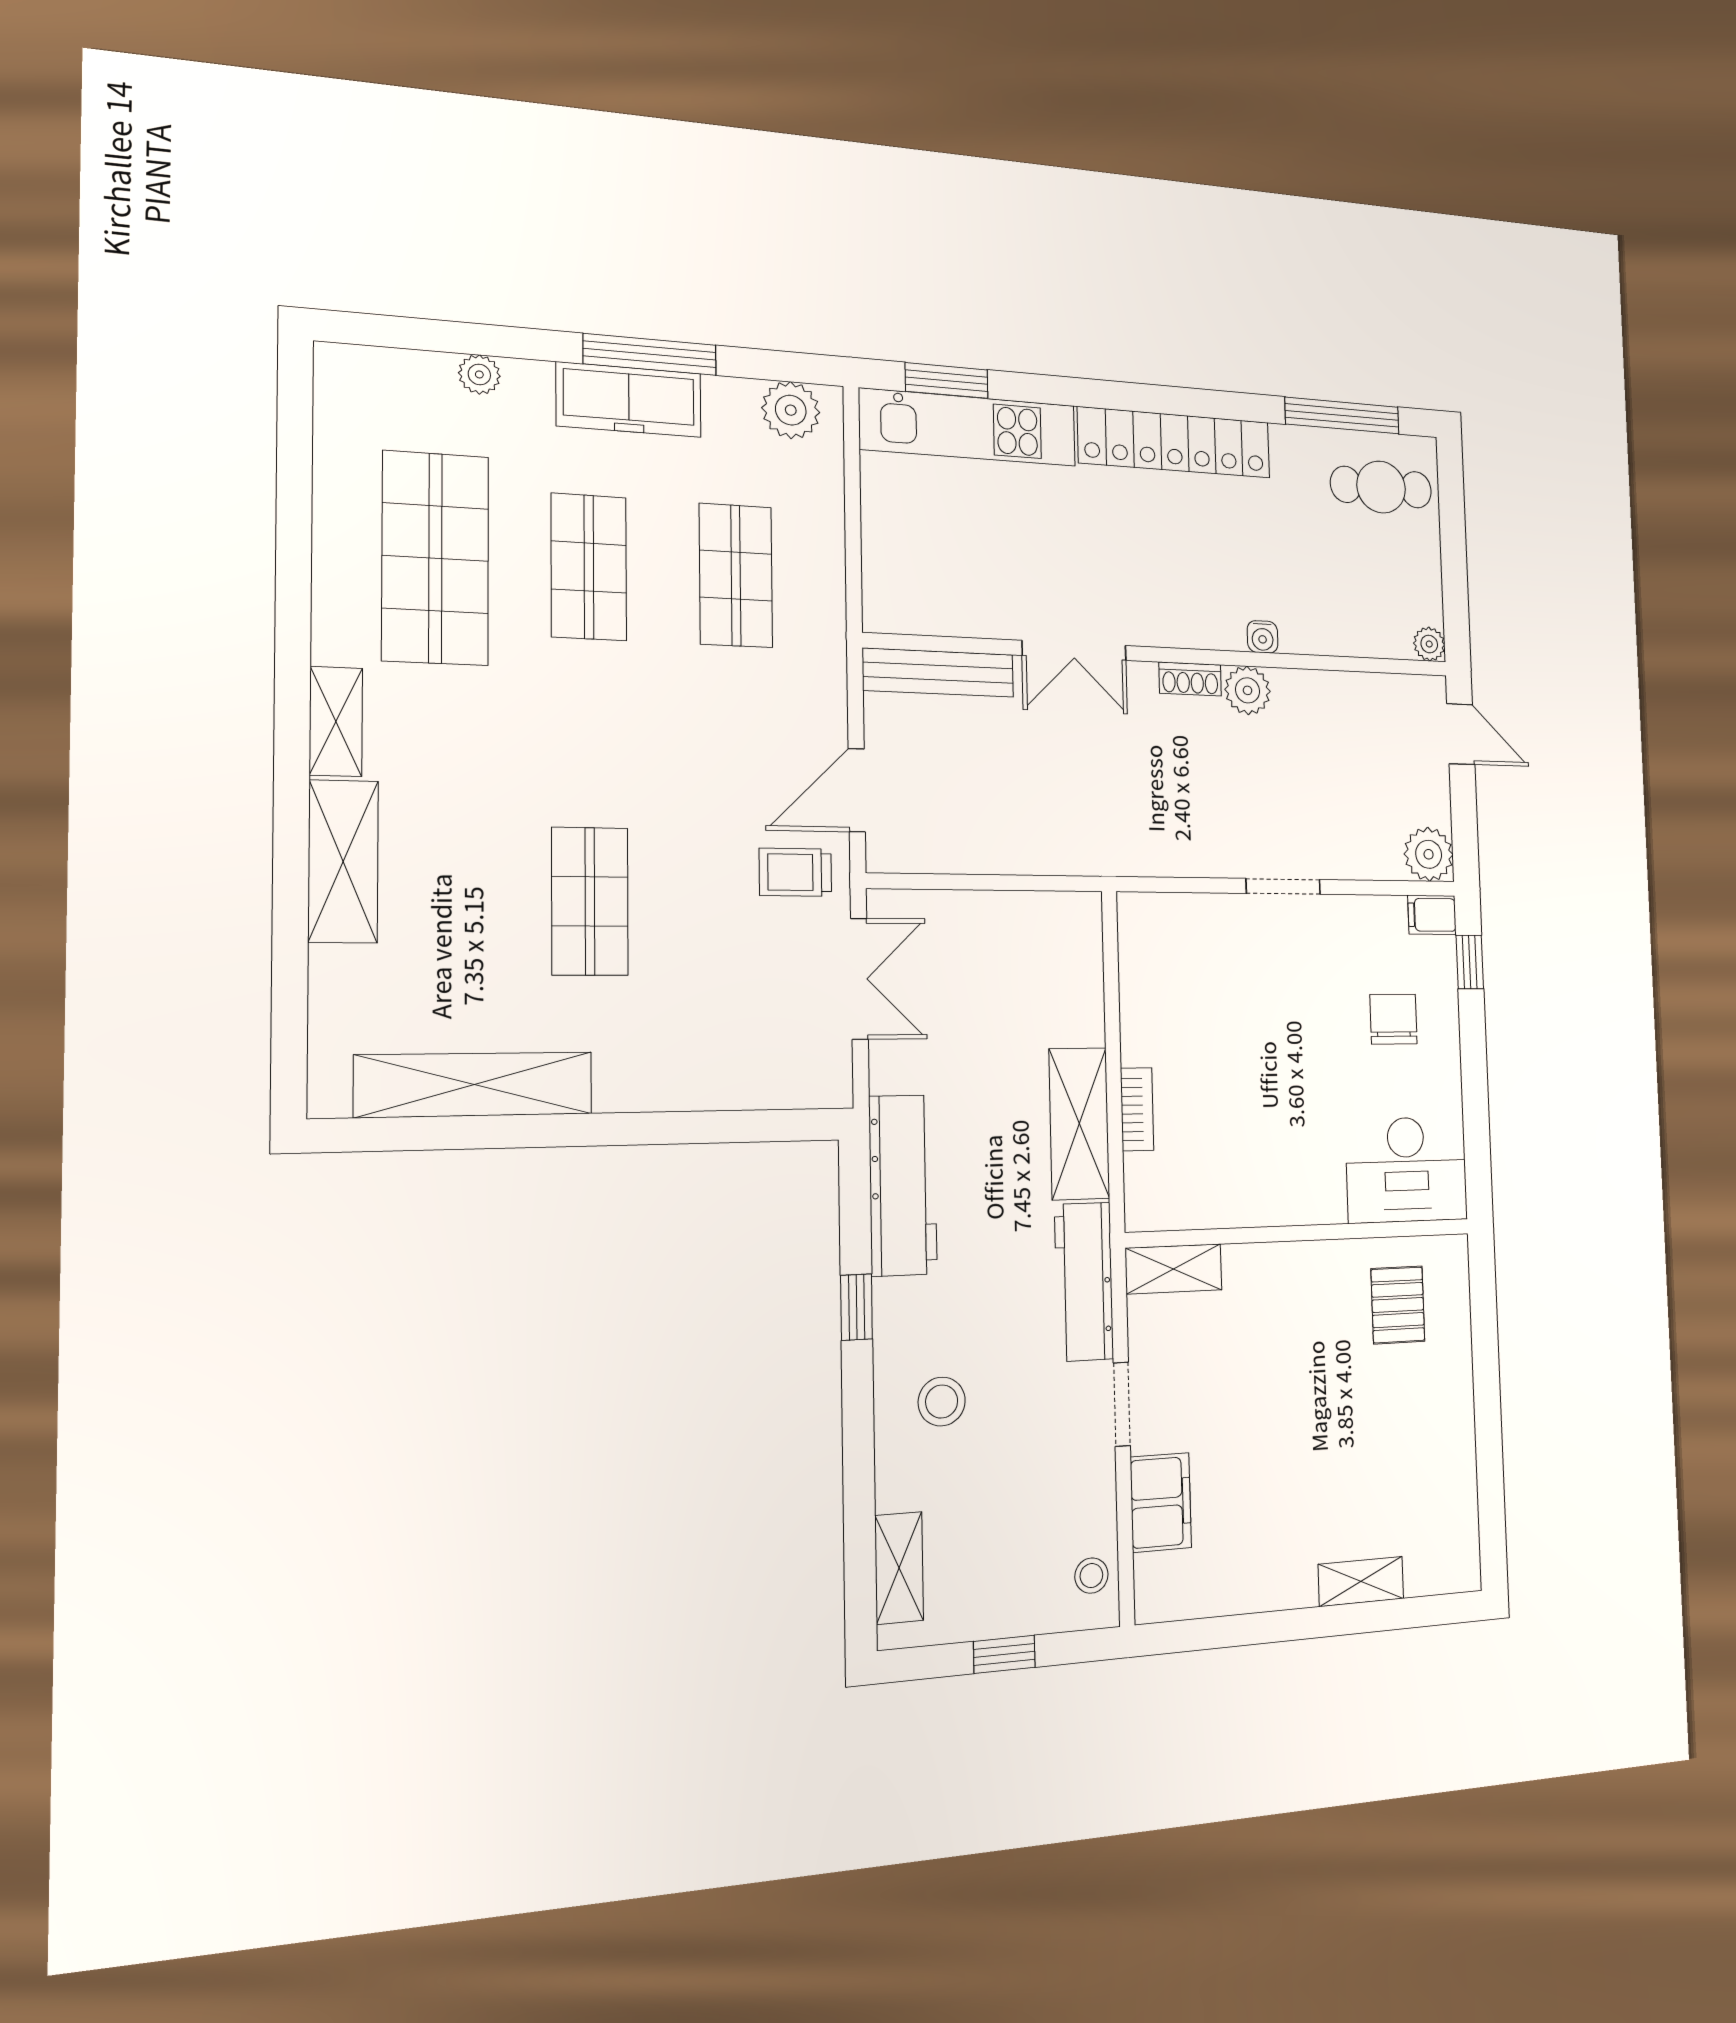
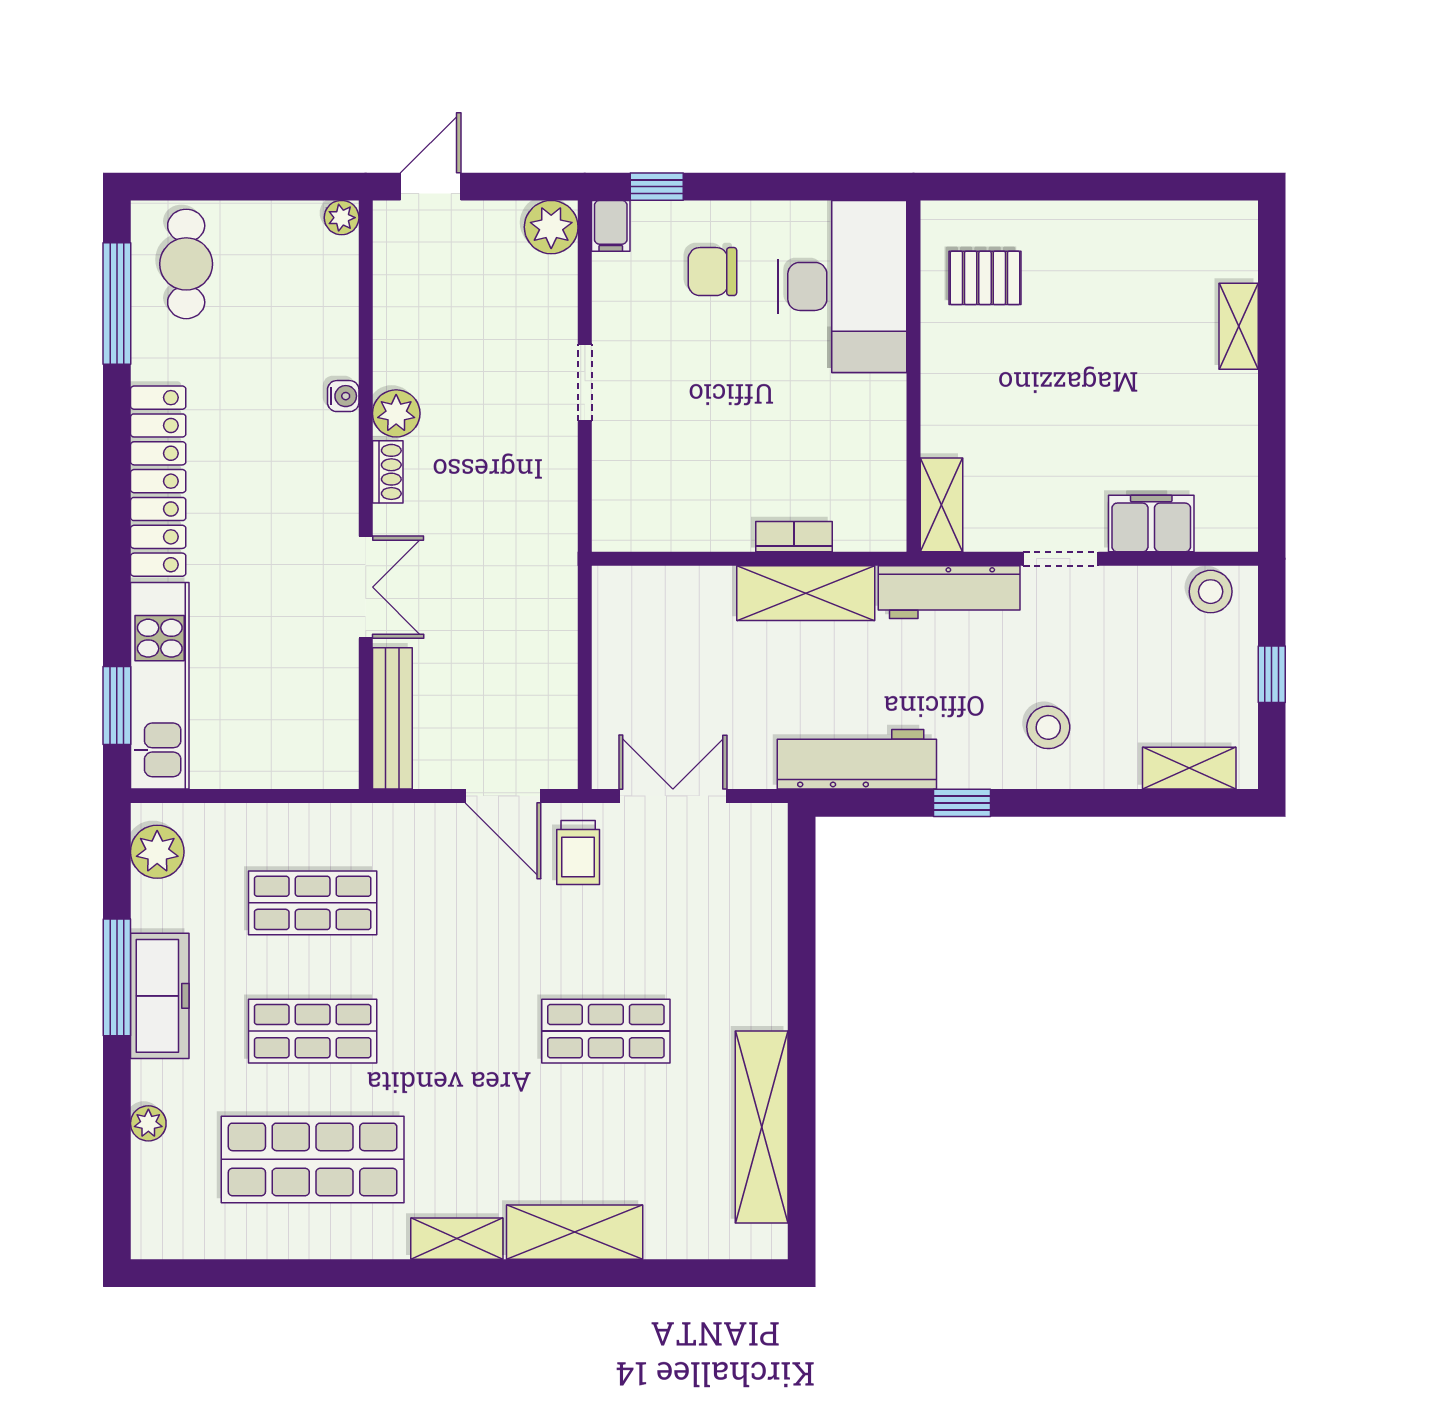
desk: (1407, 1170) -> (842, 286), width x1.36, depth x1.30
stool: (1091, 1576) -> (1211, 592), width x1.37, depth x1.37

